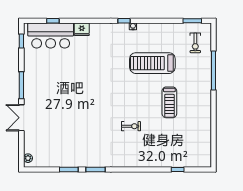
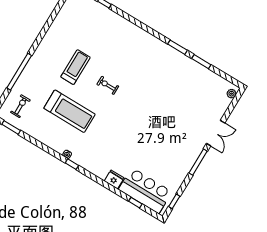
exercise bike: (131, 126) -> (108, 85), moved

